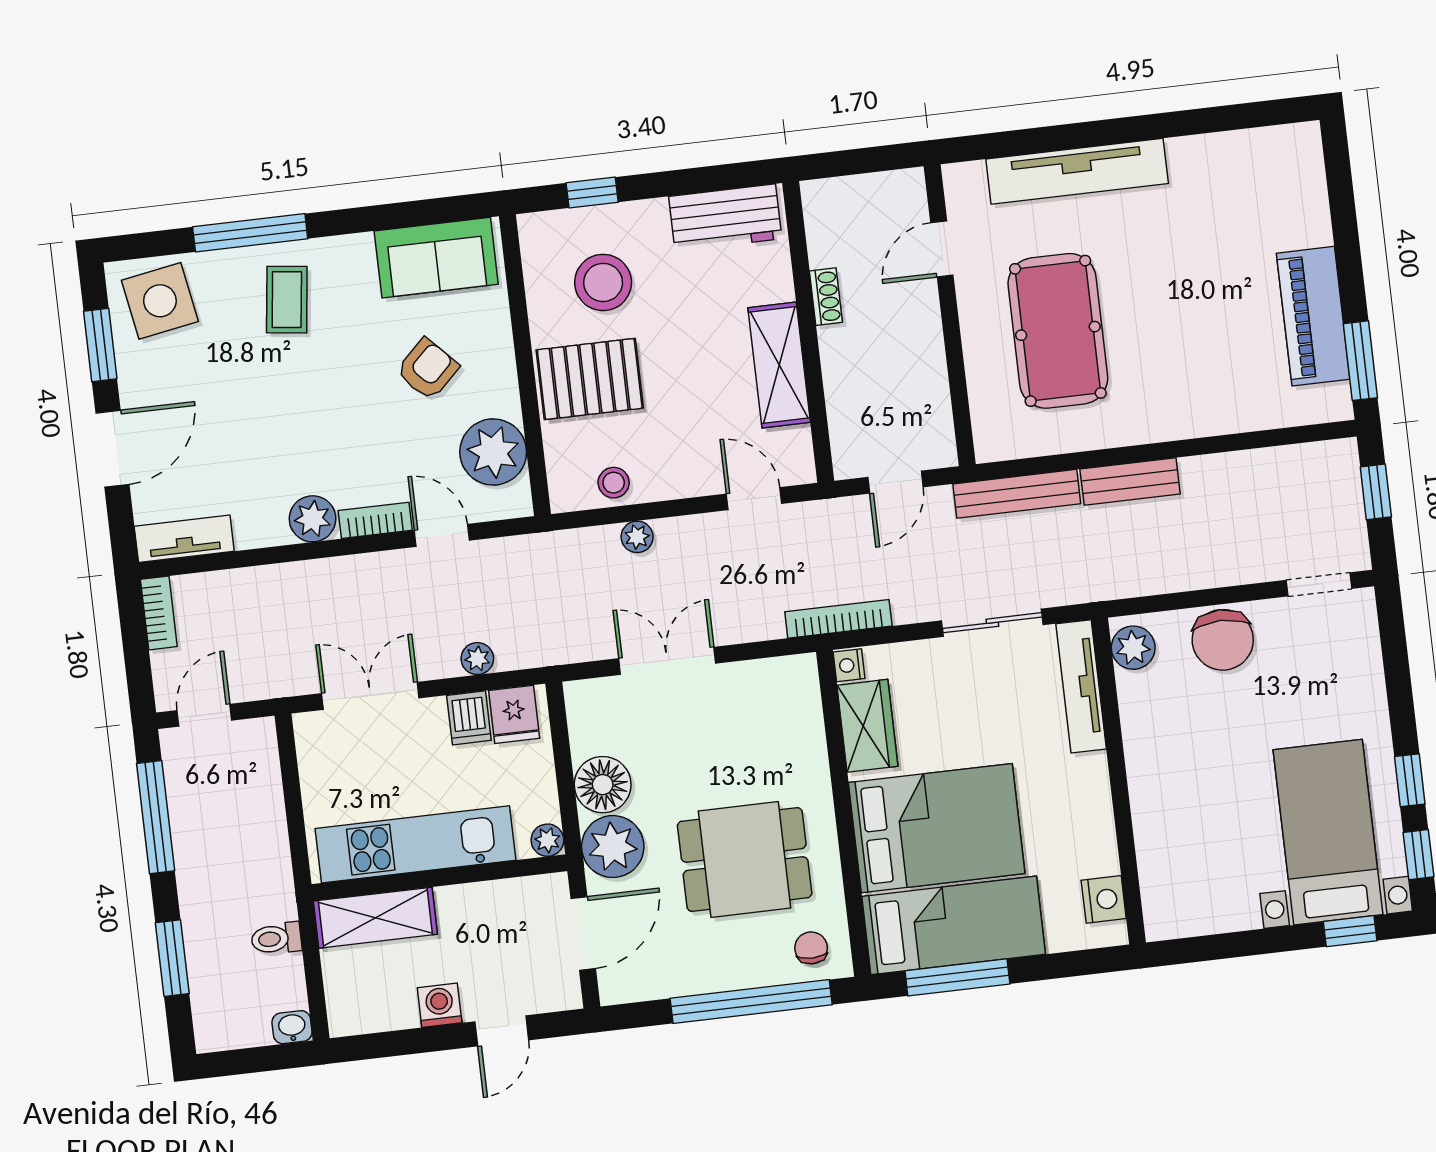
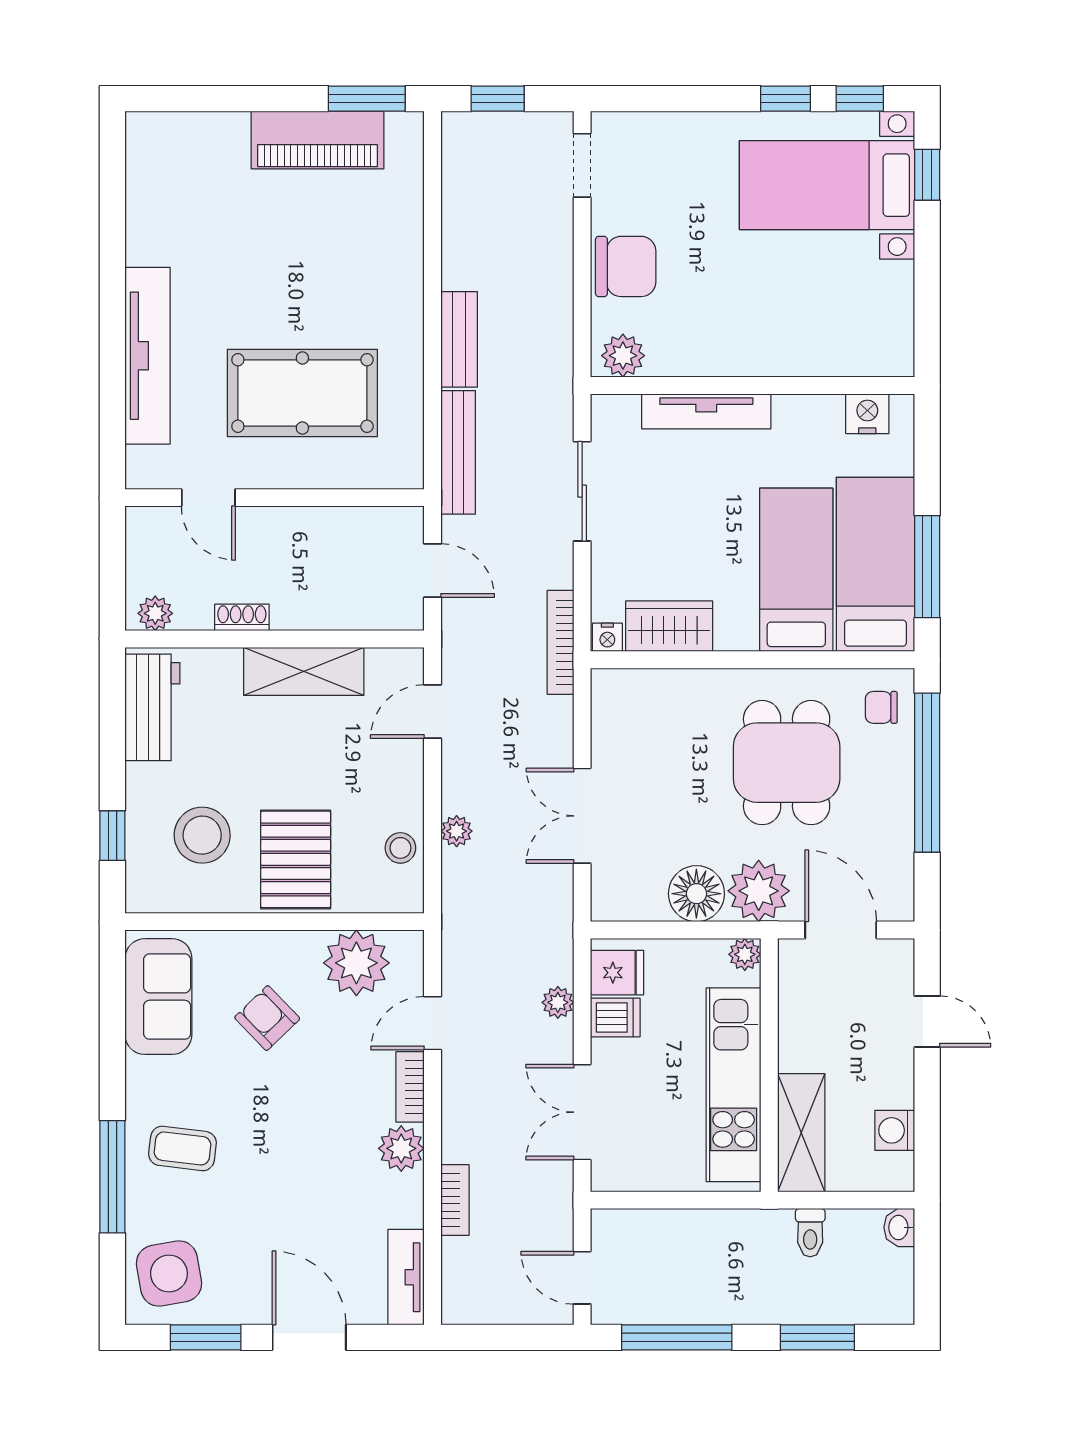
plant: (820, 209) -> (155, 613), added
bookcase: (159, 613) -> (455, 1200), moved, turned 90
tv unit: (1081, 686) -> (706, 411), moved
bed: (937, 828) -> (796, 570), width x0.67
washing machine: (440, 1005) -> (895, 1130), moved

